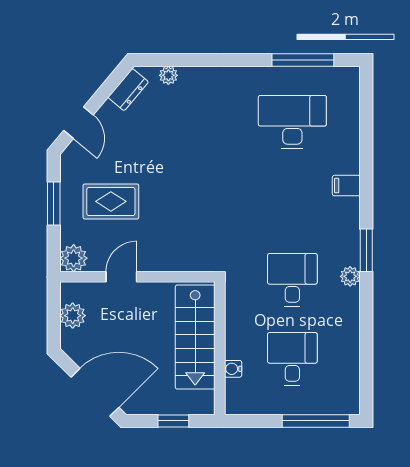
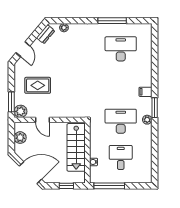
window: (303, 60) -> (112, 21), moved
filing cabinet: (346, 186) -> (145, 92), moved
window: (54, 204) -> (11, 102), moved
door: (121, 277) -> (42, 120), swing flipped
desk: (292, 280) -> (121, 121), width x1.37
window: (316, 421) -> (109, 186), moved

